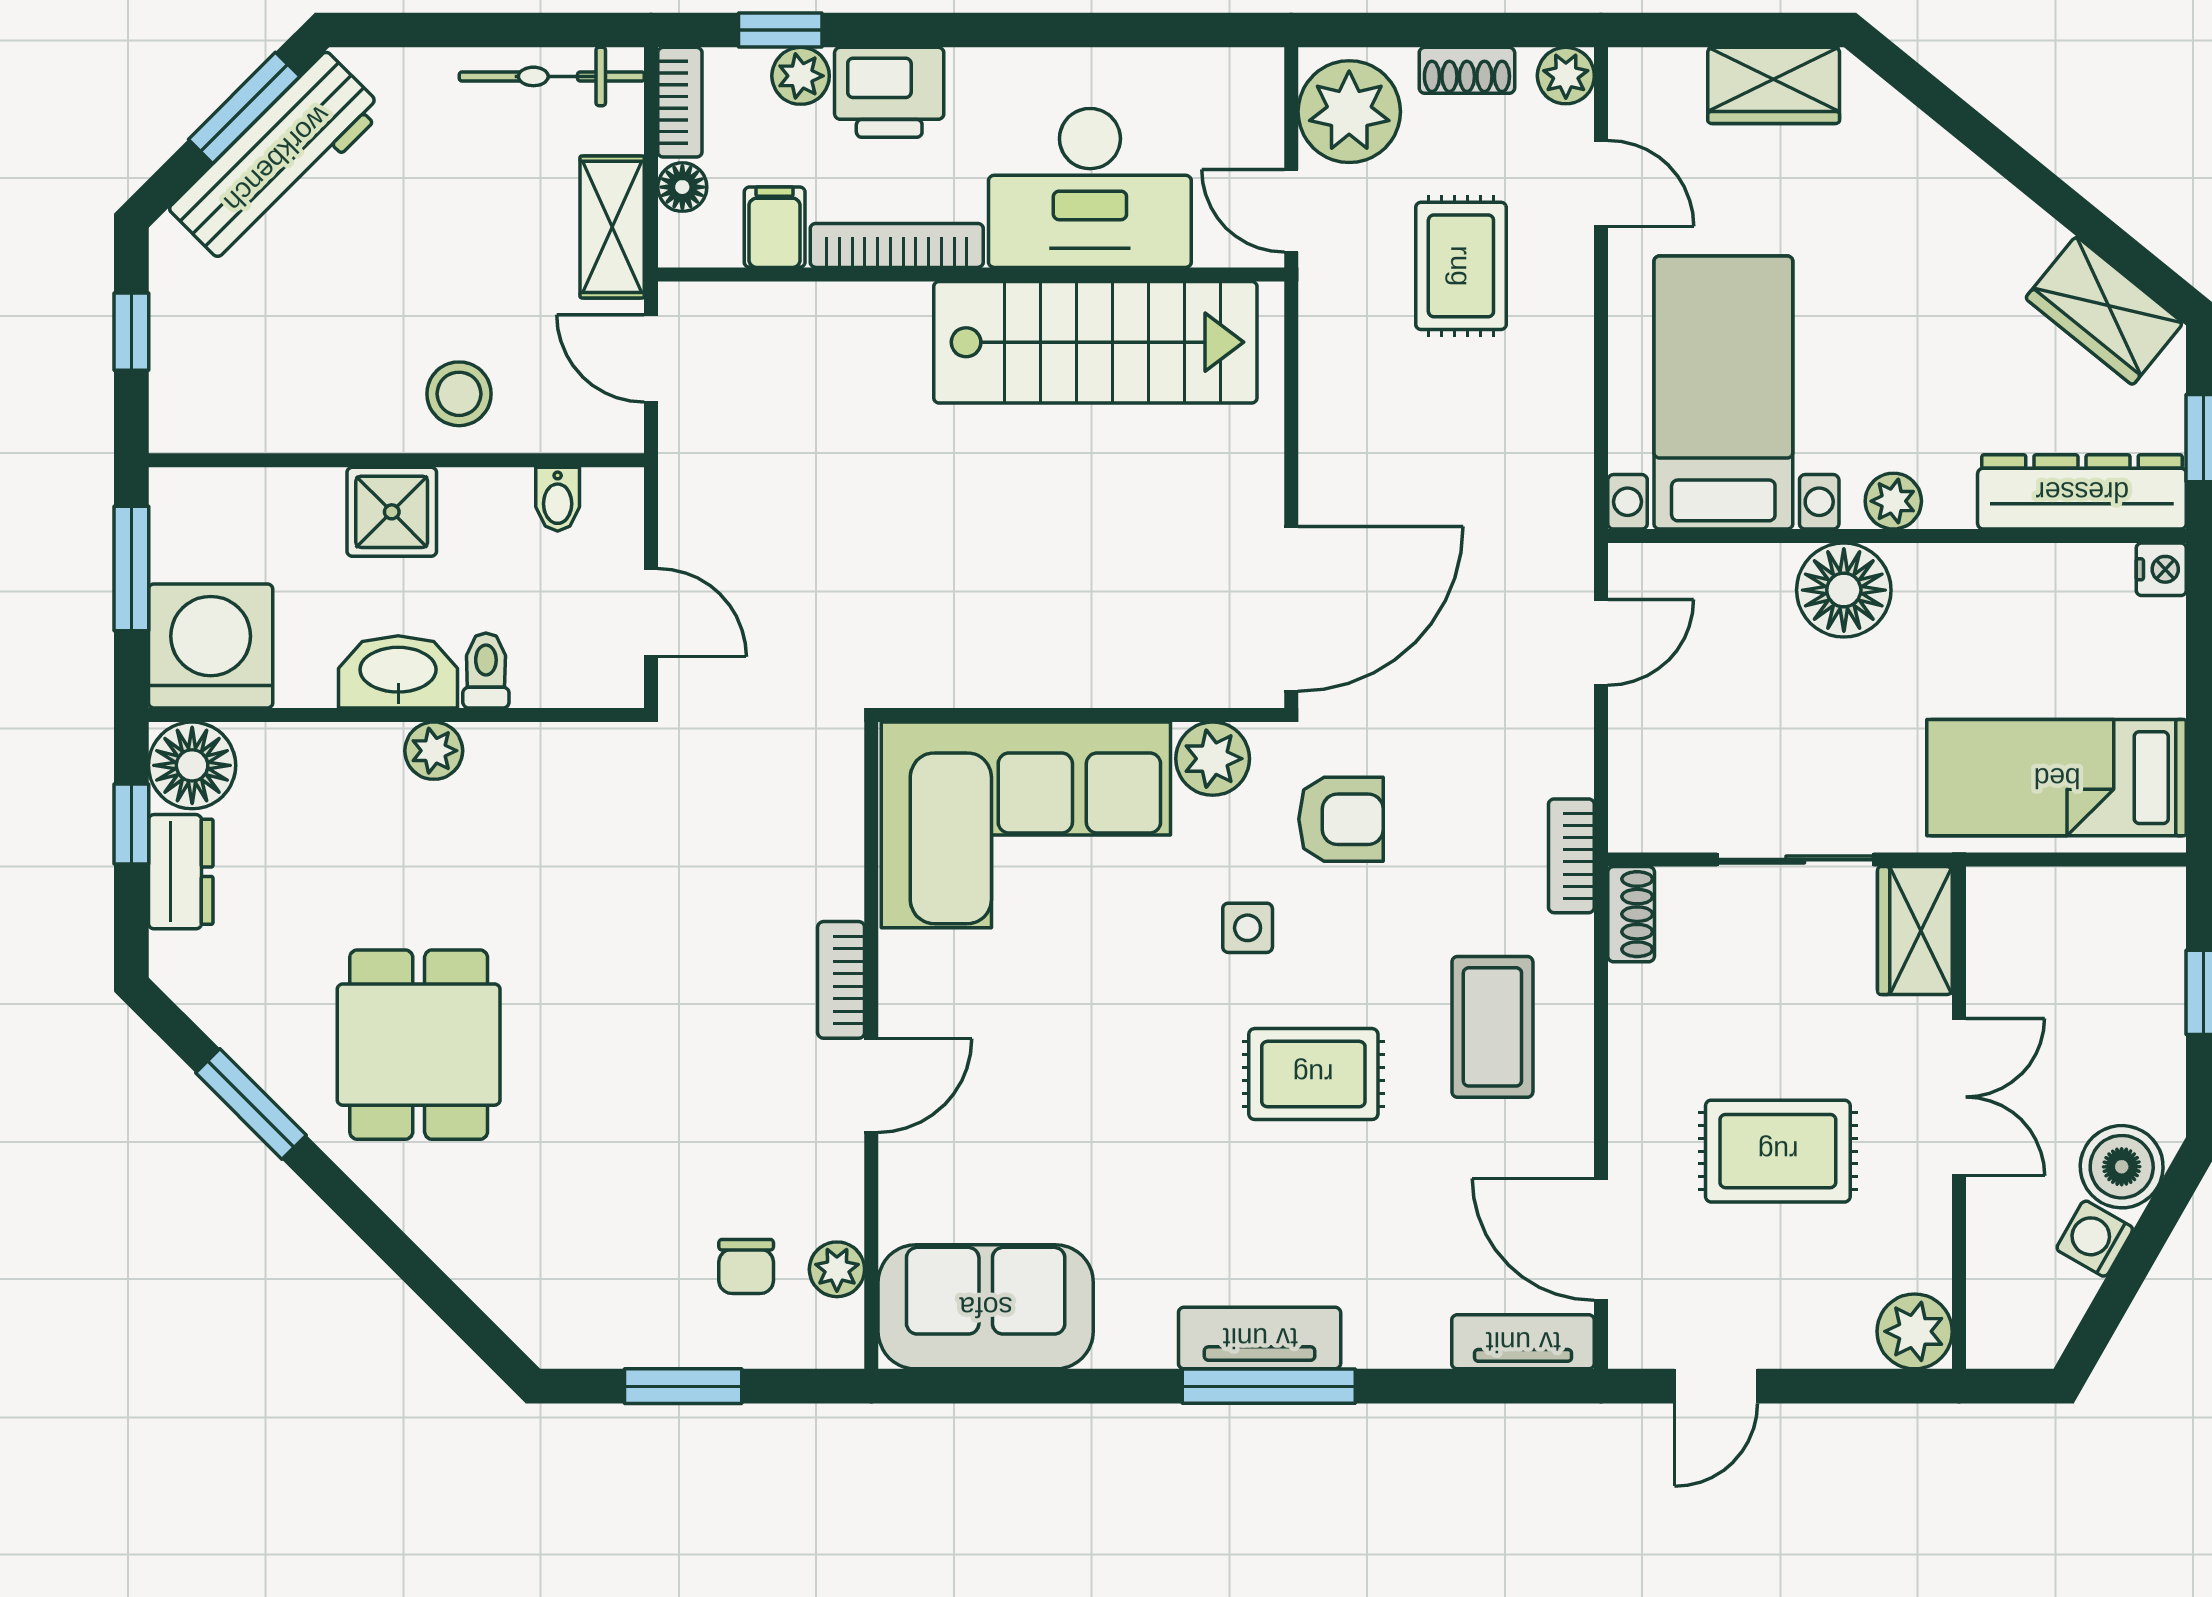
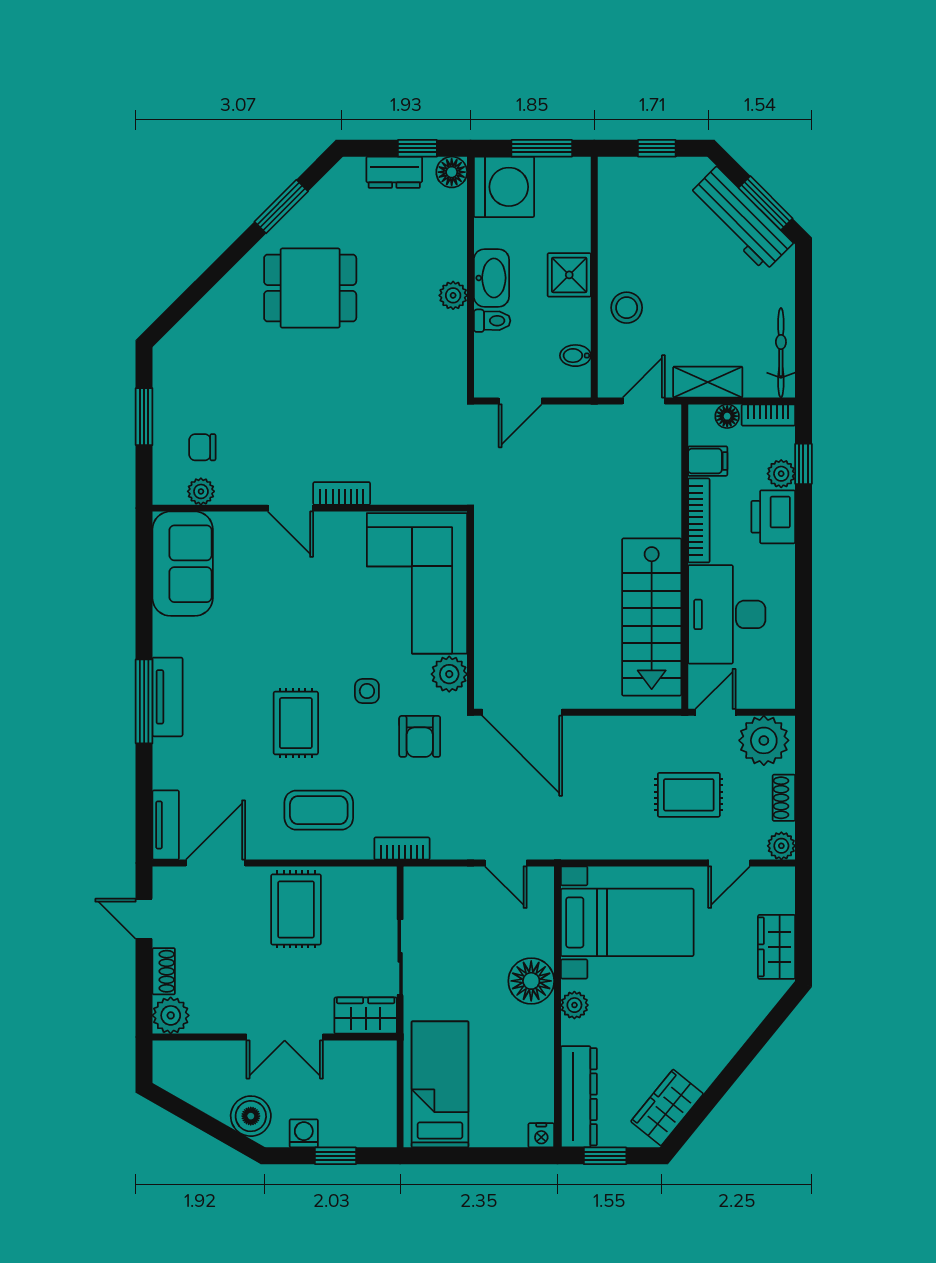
floor lamp: (192, 765) -> (452, 172), width x0.73, depth x0.73
shoe rack: (1631, 914) -> (164, 971), moved, turned -90
rug: (1778, 1151) -> (296, 909), moved
washing machine: (2095, 1239) -> (304, 1133), moved, turned -30

